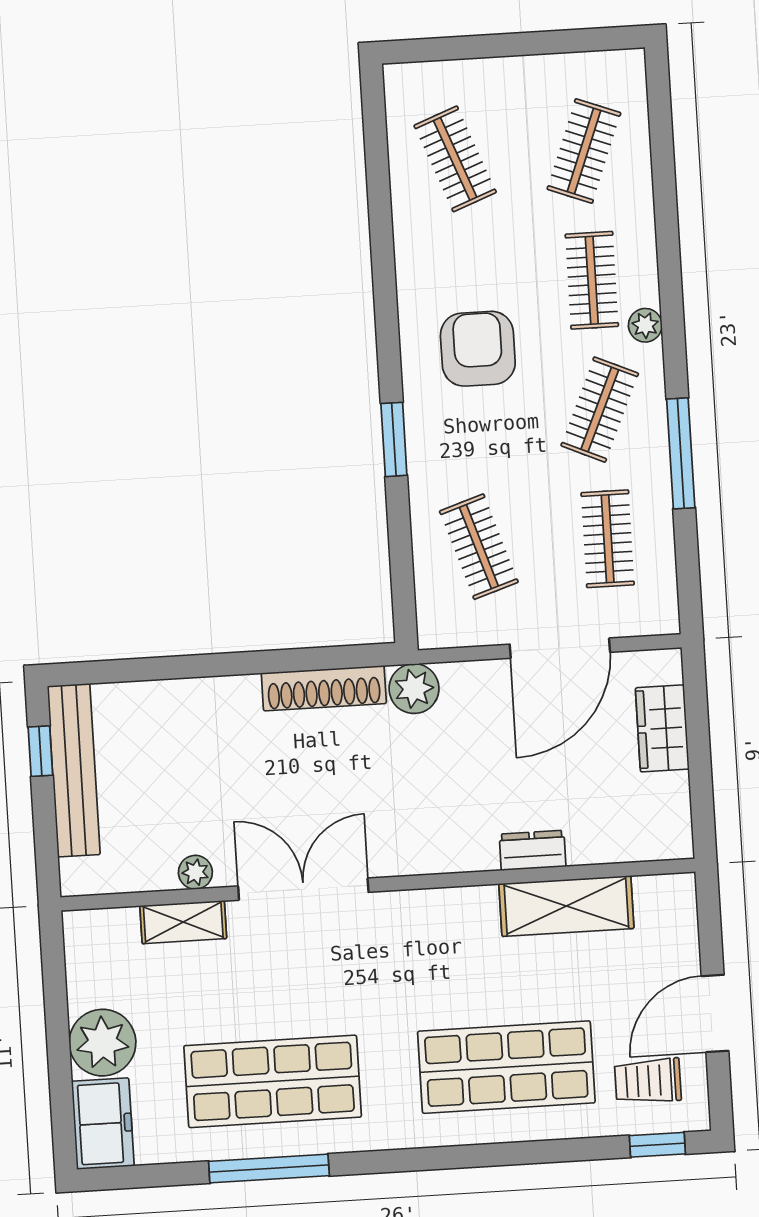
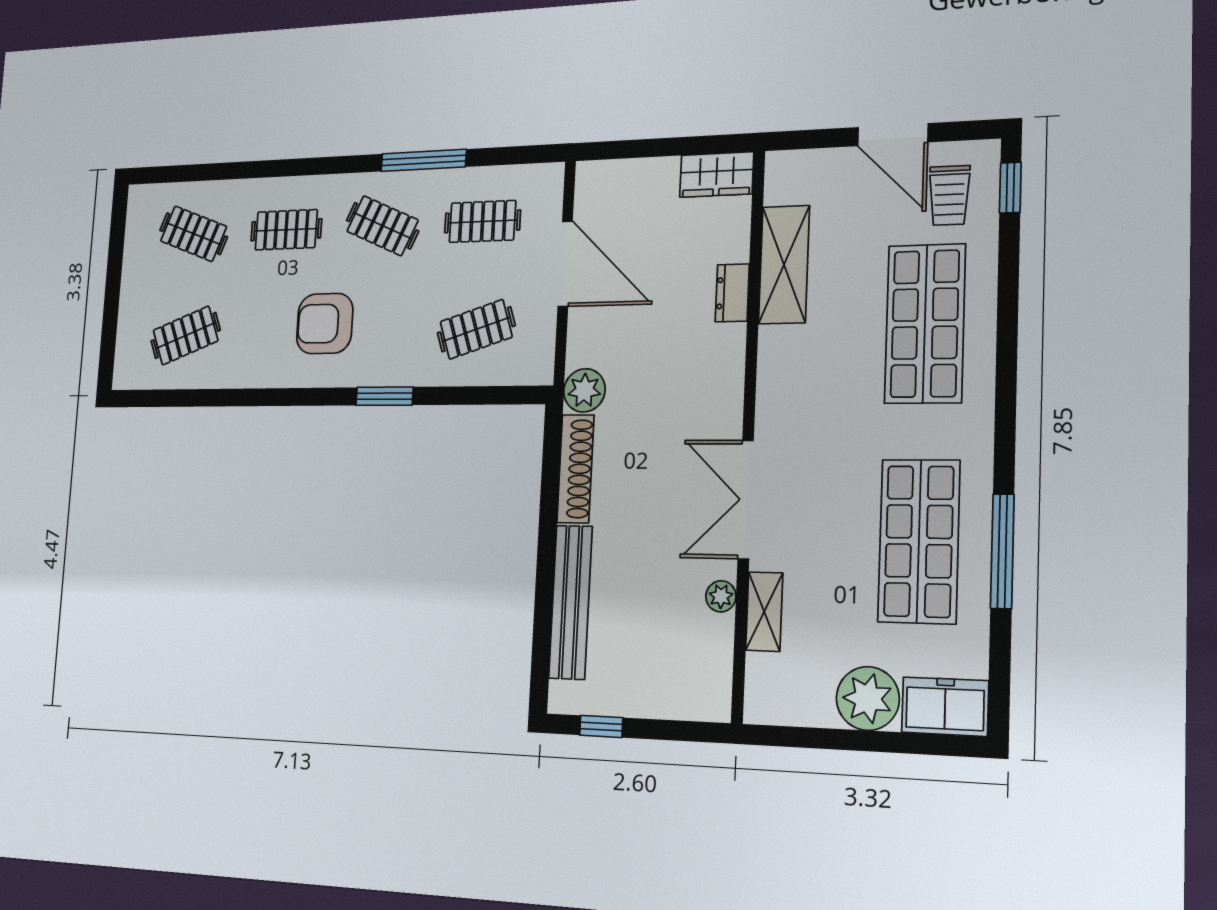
plant: (645, 325) -> (324, 188), removed
wardrobe: (662, 728) -> (717, 175), moved
bench: (74, 770) -> (571, 602), moved, turned 90

